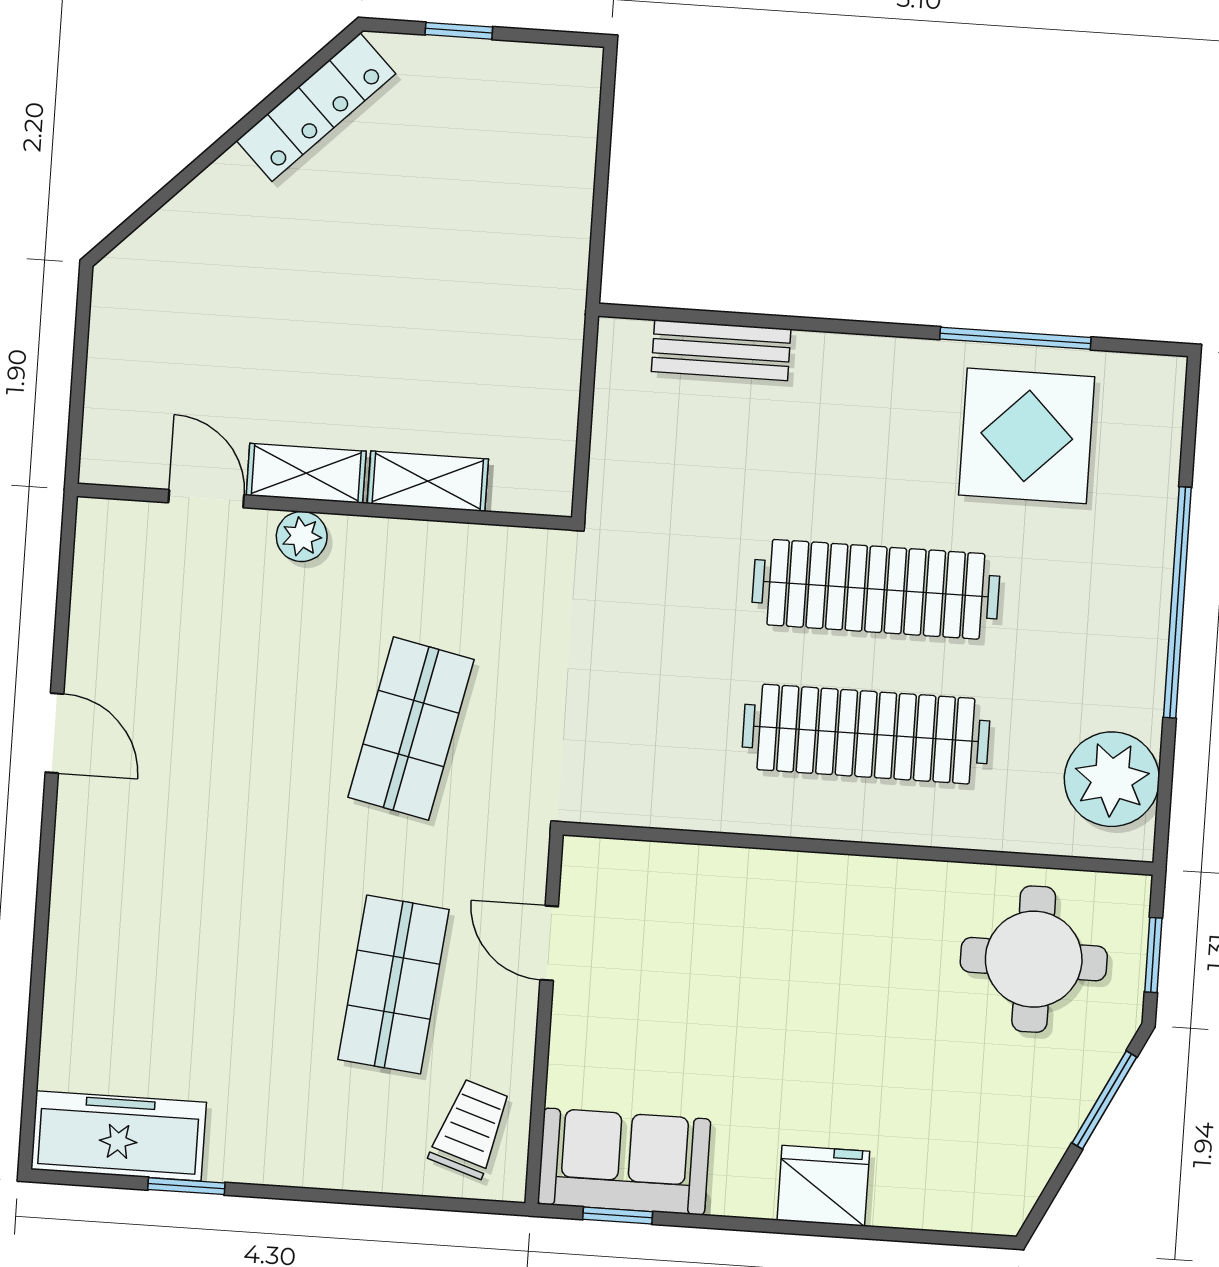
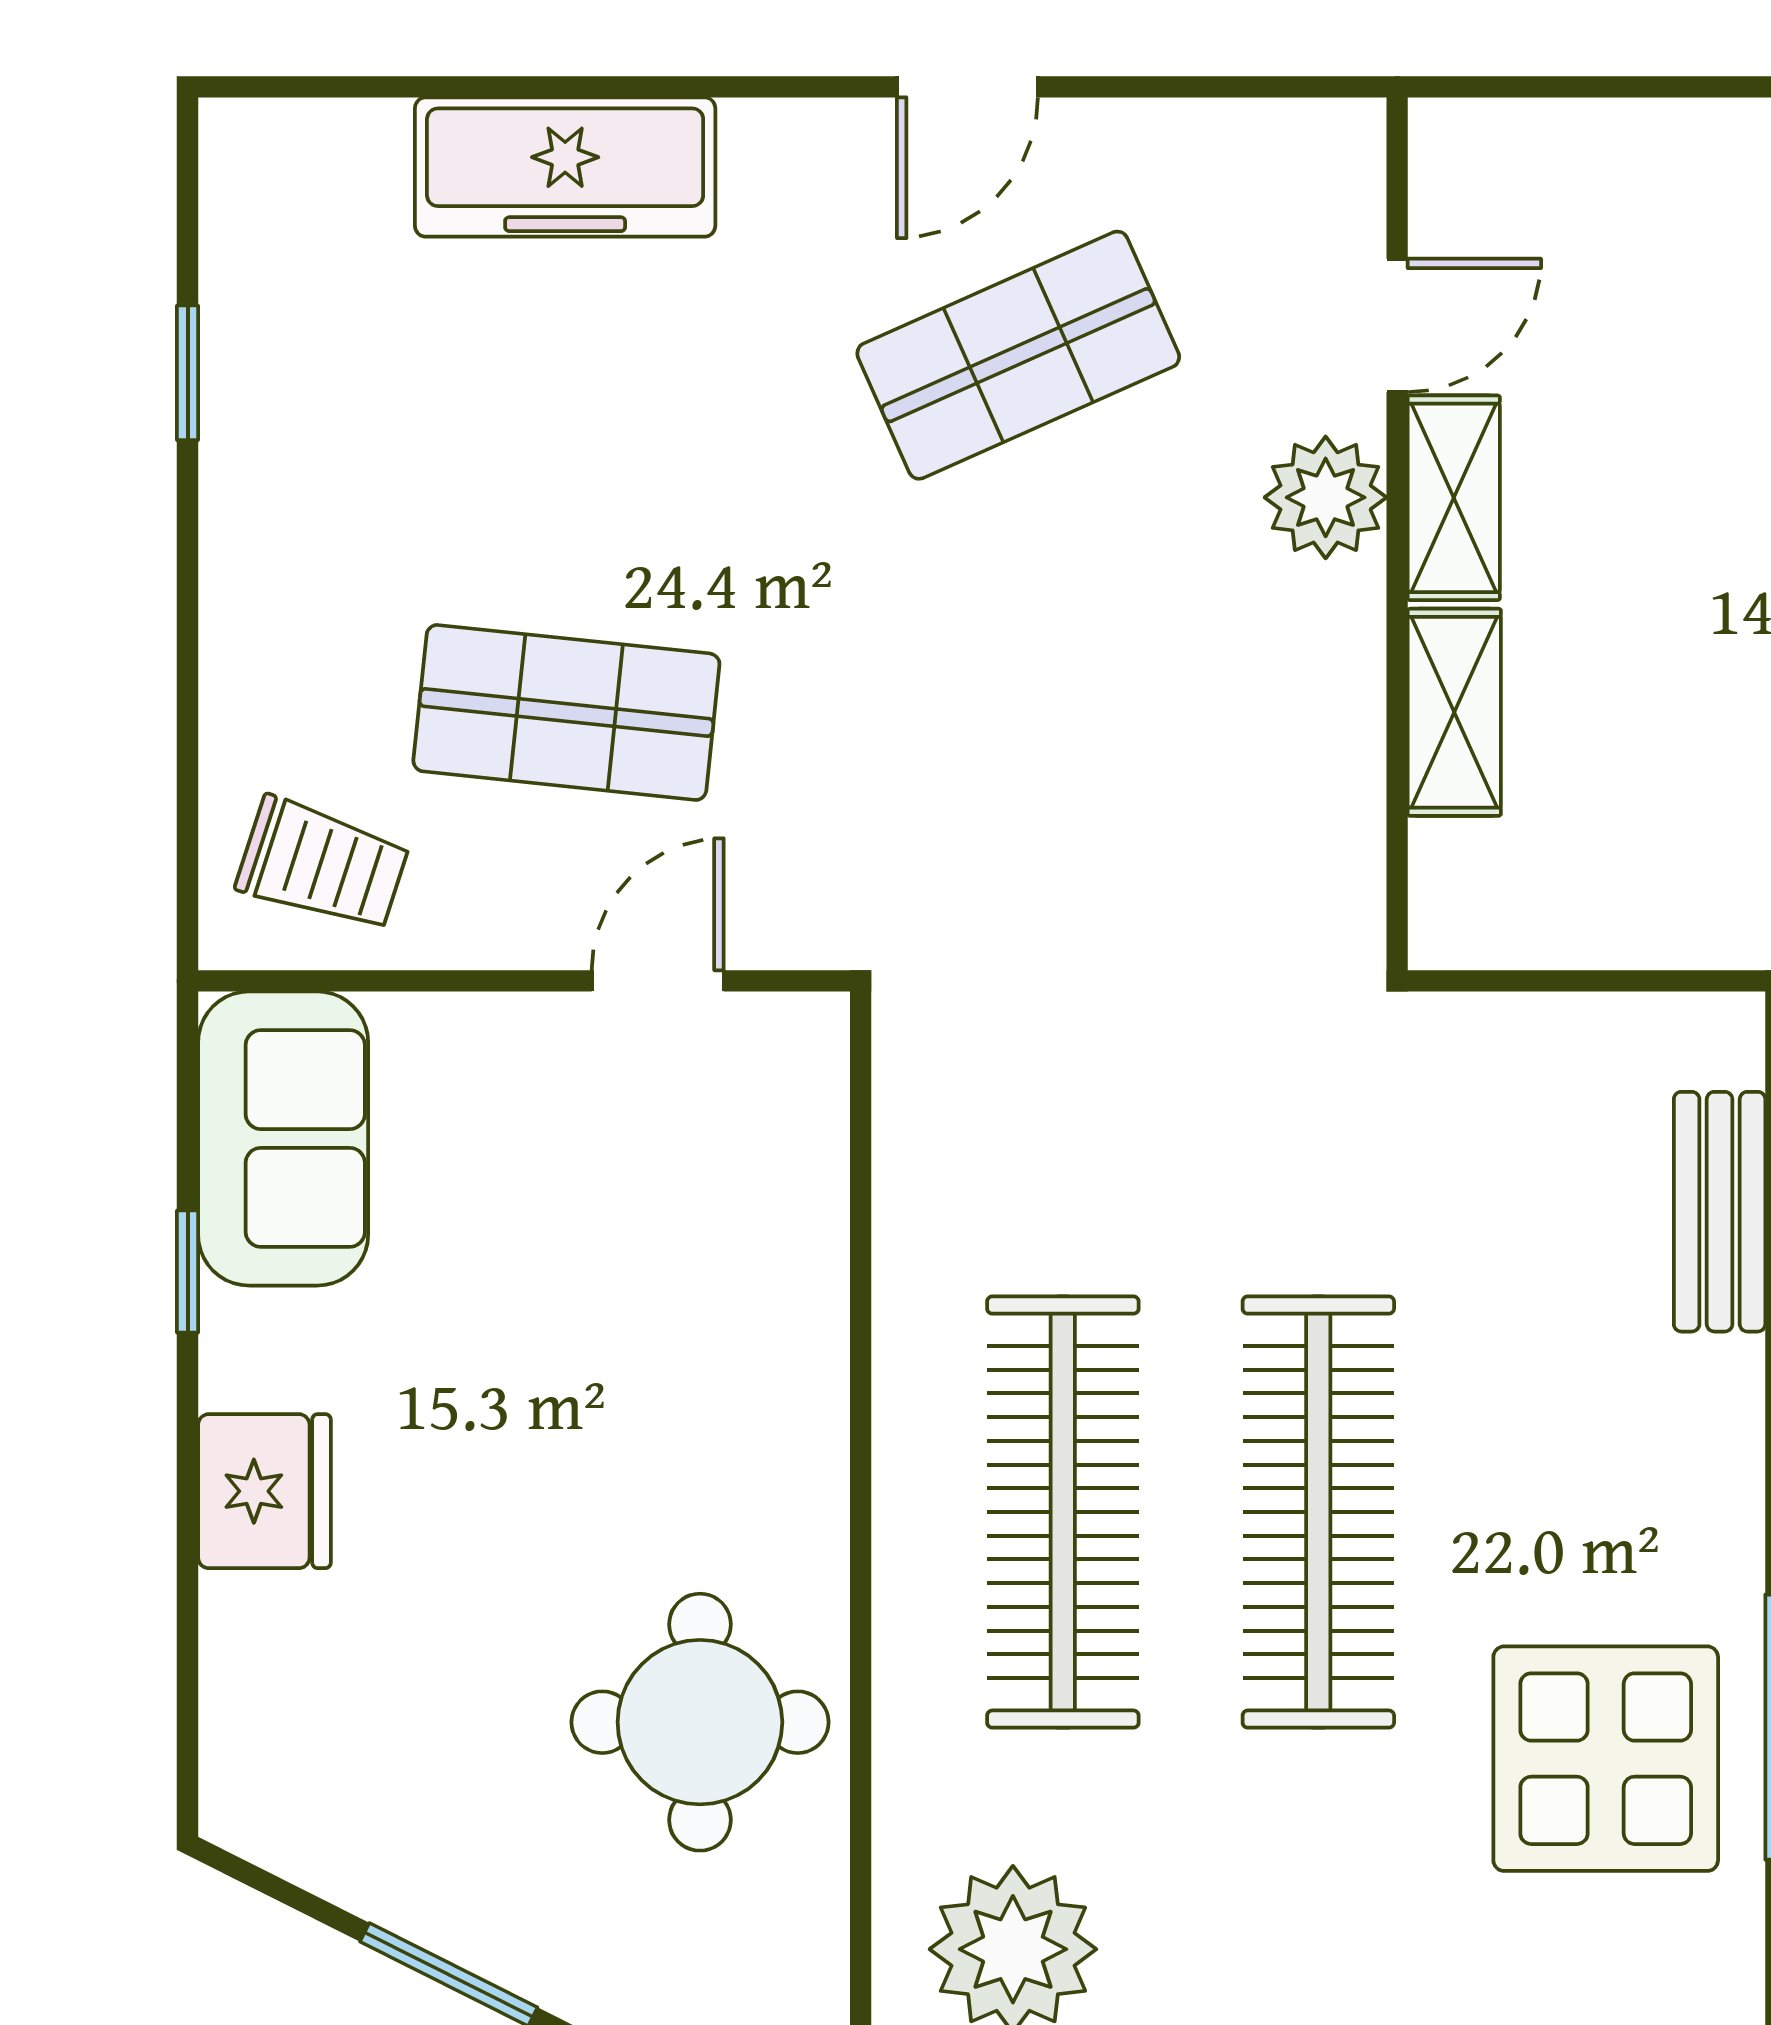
plant: (302, 537) -> (1326, 497), width x1.38, depth x1.38
shop shelf: (411, 728) -> (1018, 355), moved, turned -36
round table: (1034, 959) -> (700, 1722), moved
freezer: (118, 1136) -> (565, 167), moved, turned 90
window: (618, 1216) -> (188, 1272), moved

